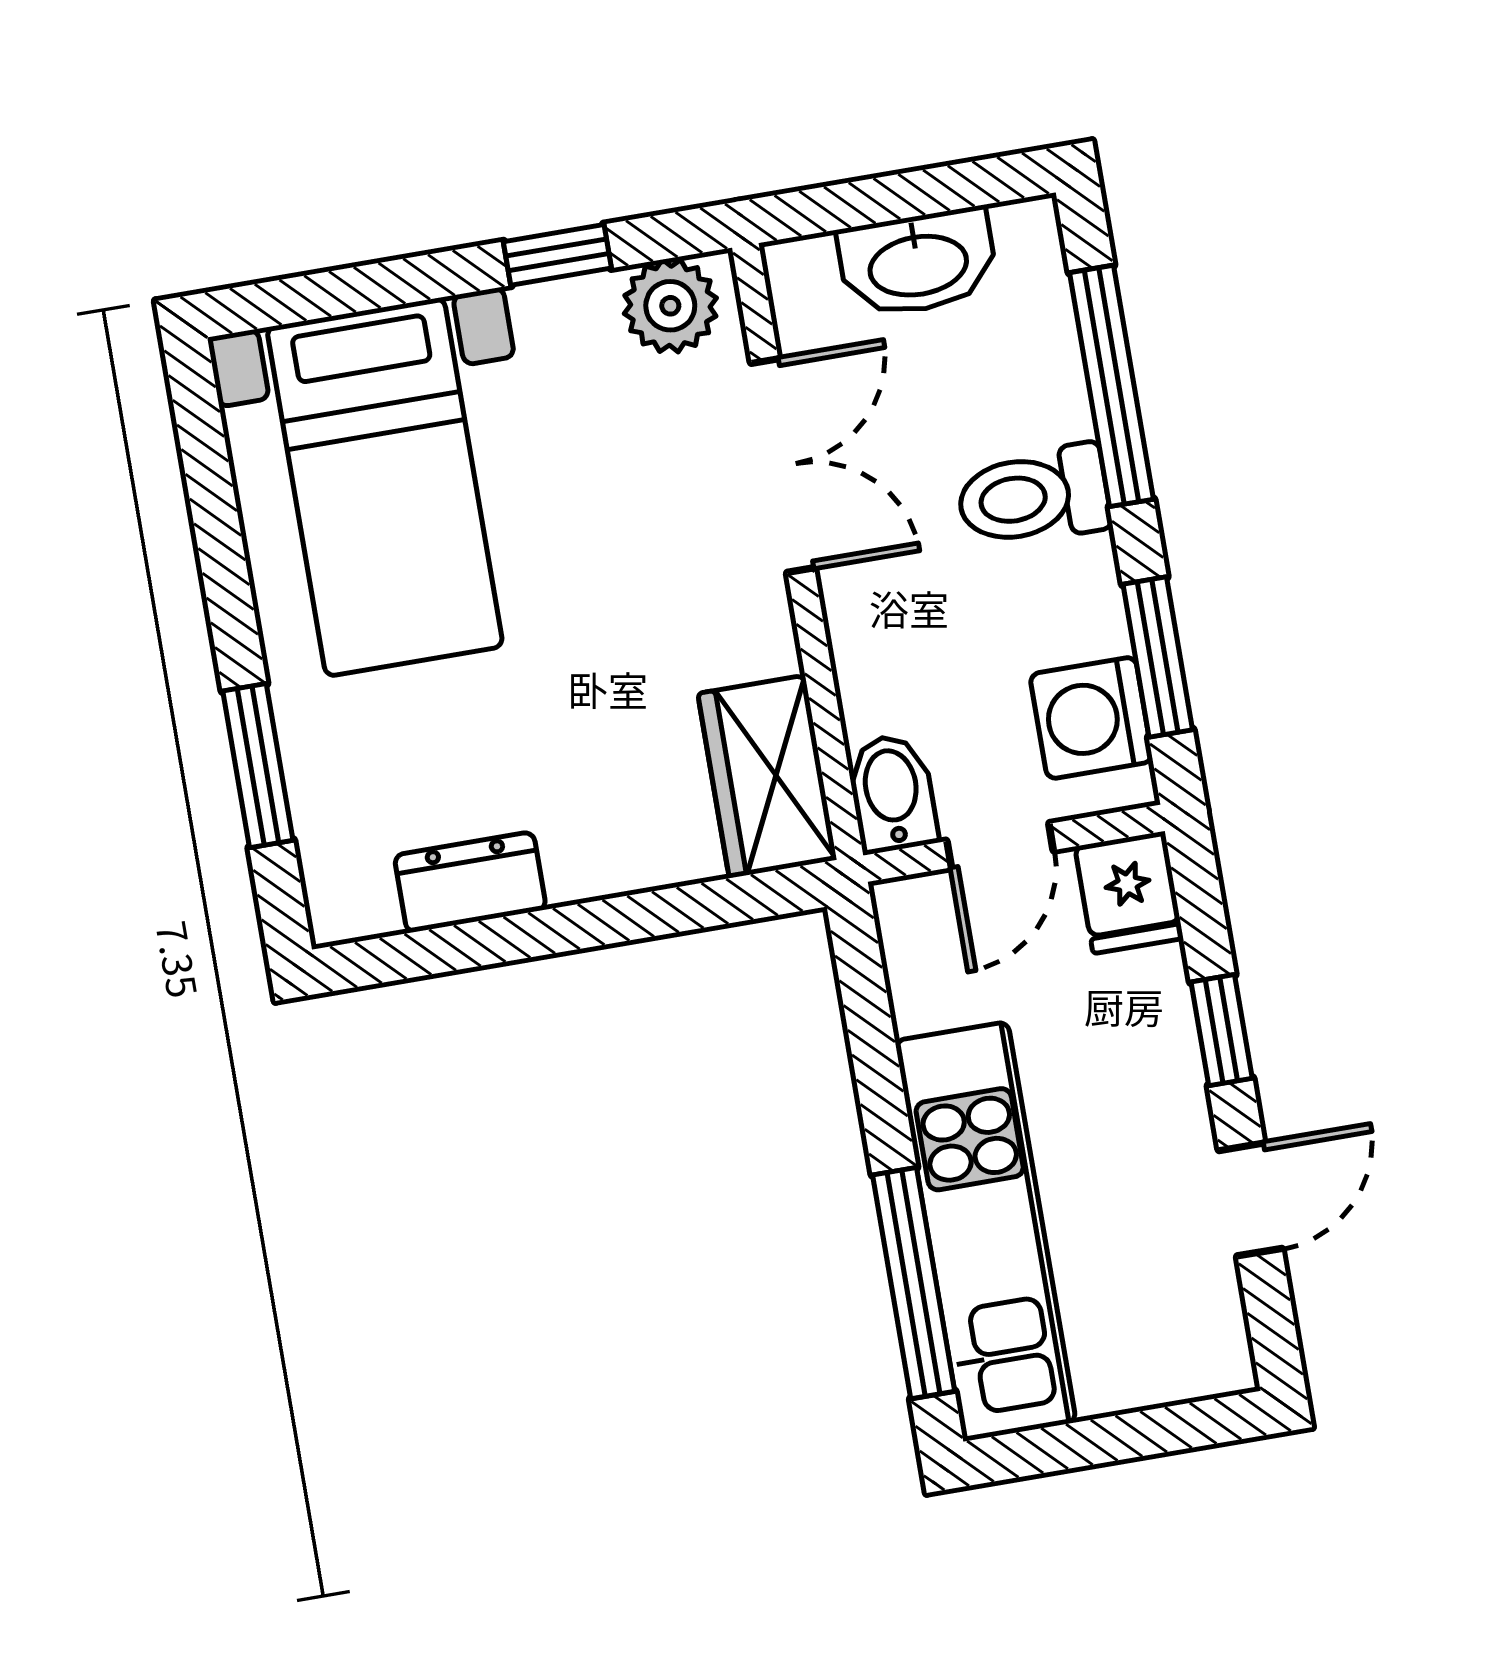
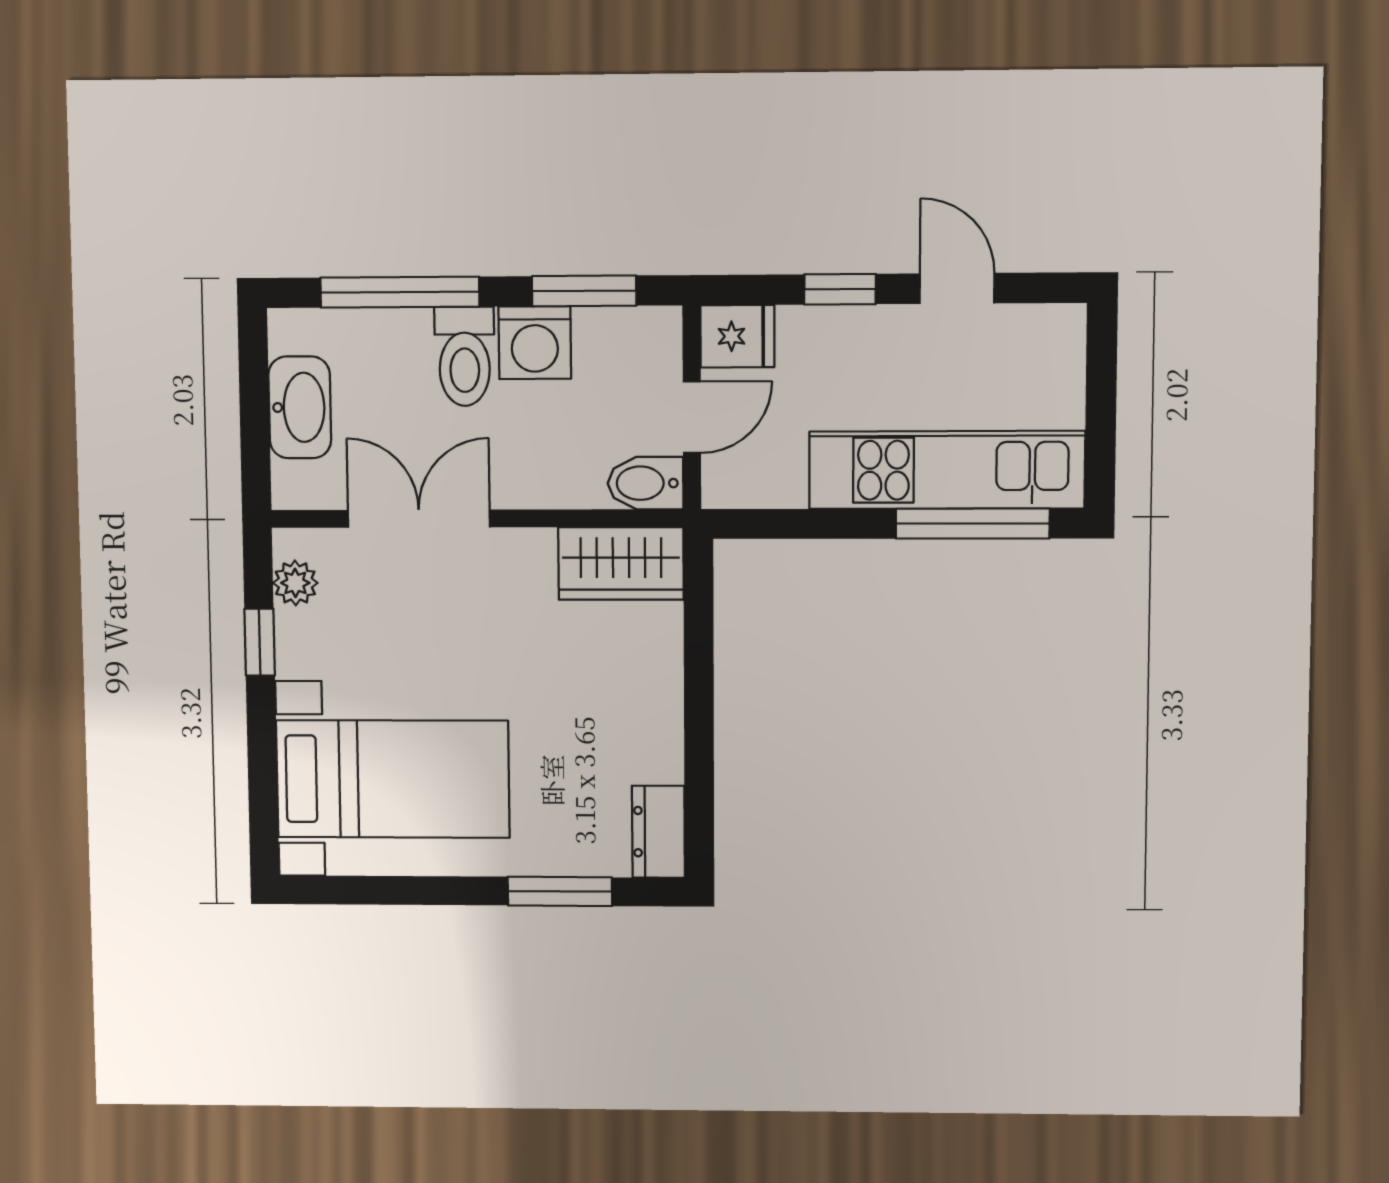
plant: (670, 306) -> (295, 583), width x0.73, depth x0.73
washing machine: (1091, 718) -> (535, 343), moved
door: (1000, 846) -> (692, 417), hinge flipped
dresser: (470, 882) -> (658, 832), moved

